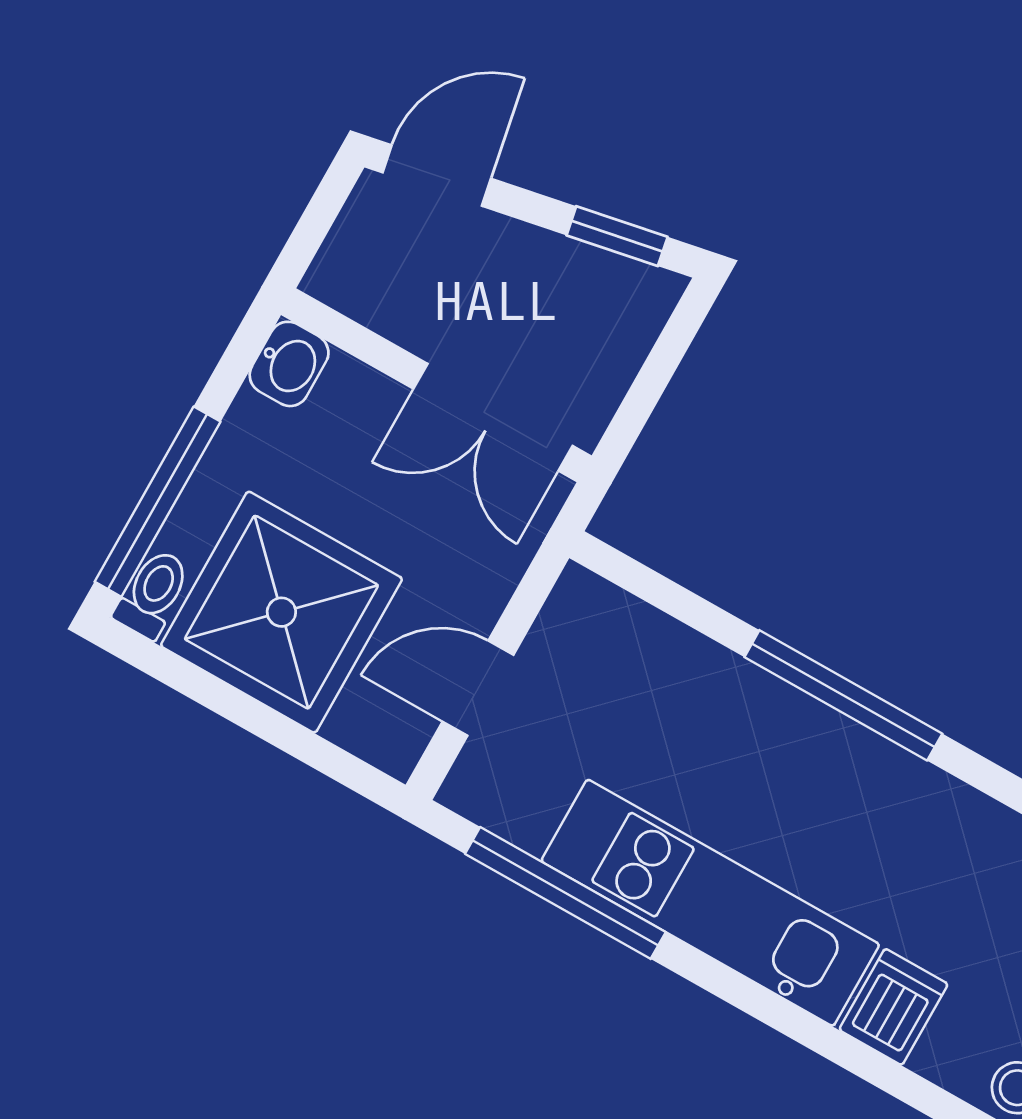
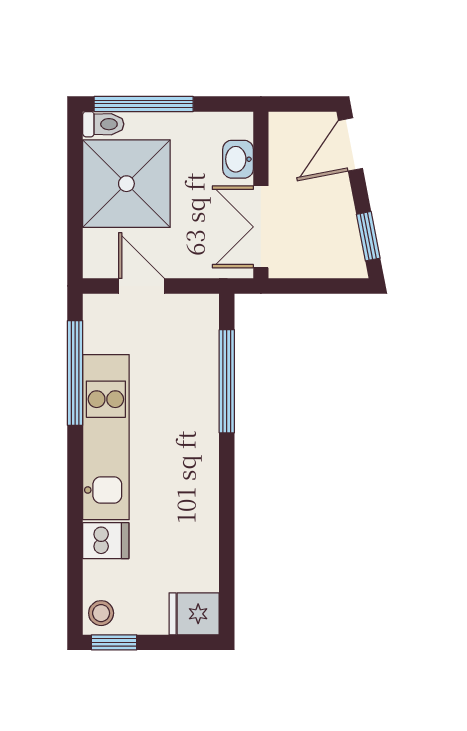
door: (437, 176) -> (351, 144), swing flipped
washbasin: (289, 364) -> (238, 159), moved, turned 90
window: (843, 695) -> (227, 381), moved

